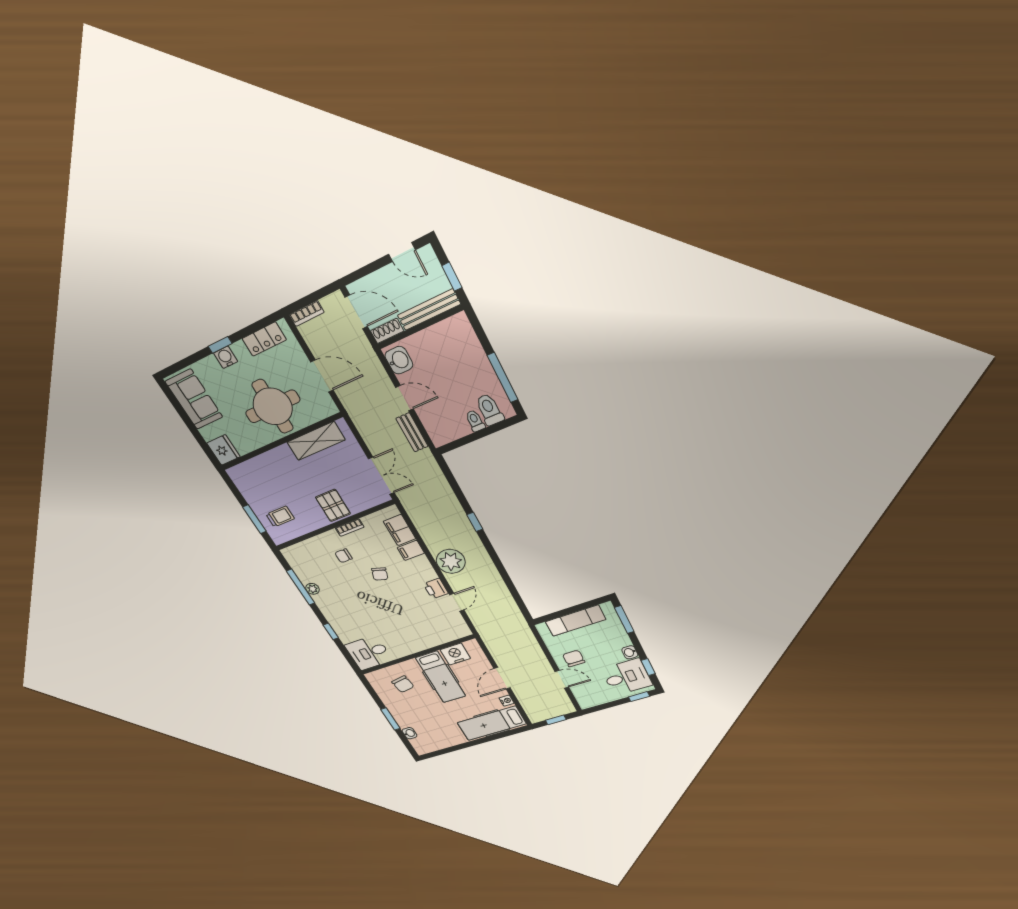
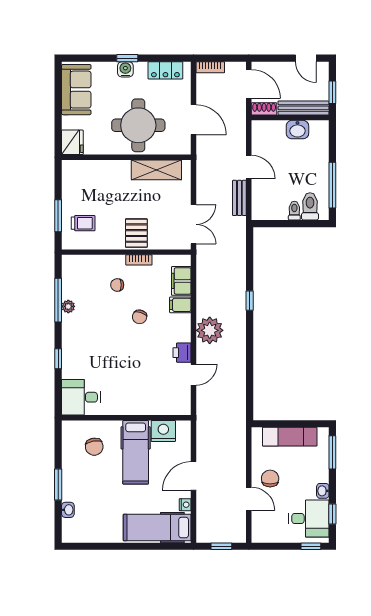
washbasin: (399, 360) -> (297, 130), moved, turned 90

